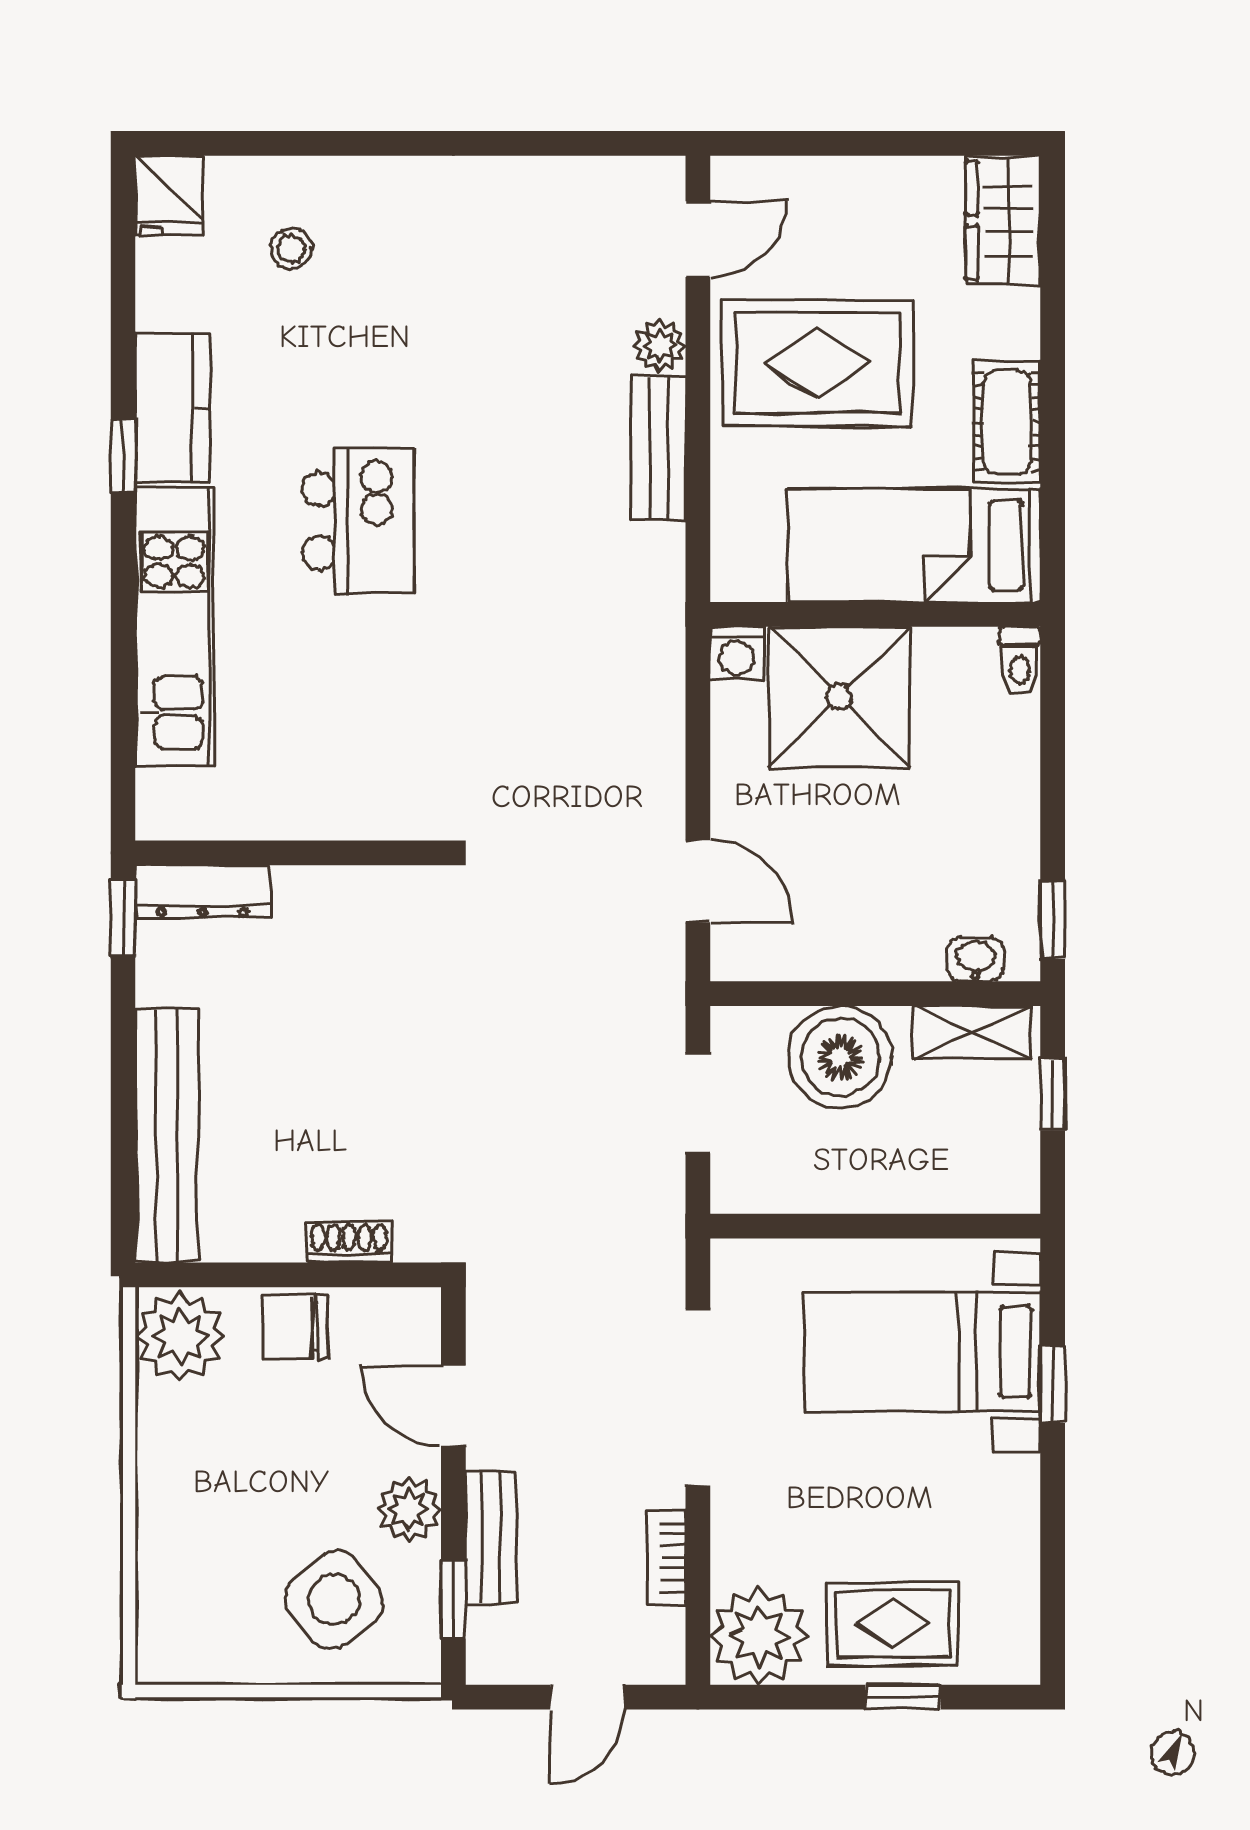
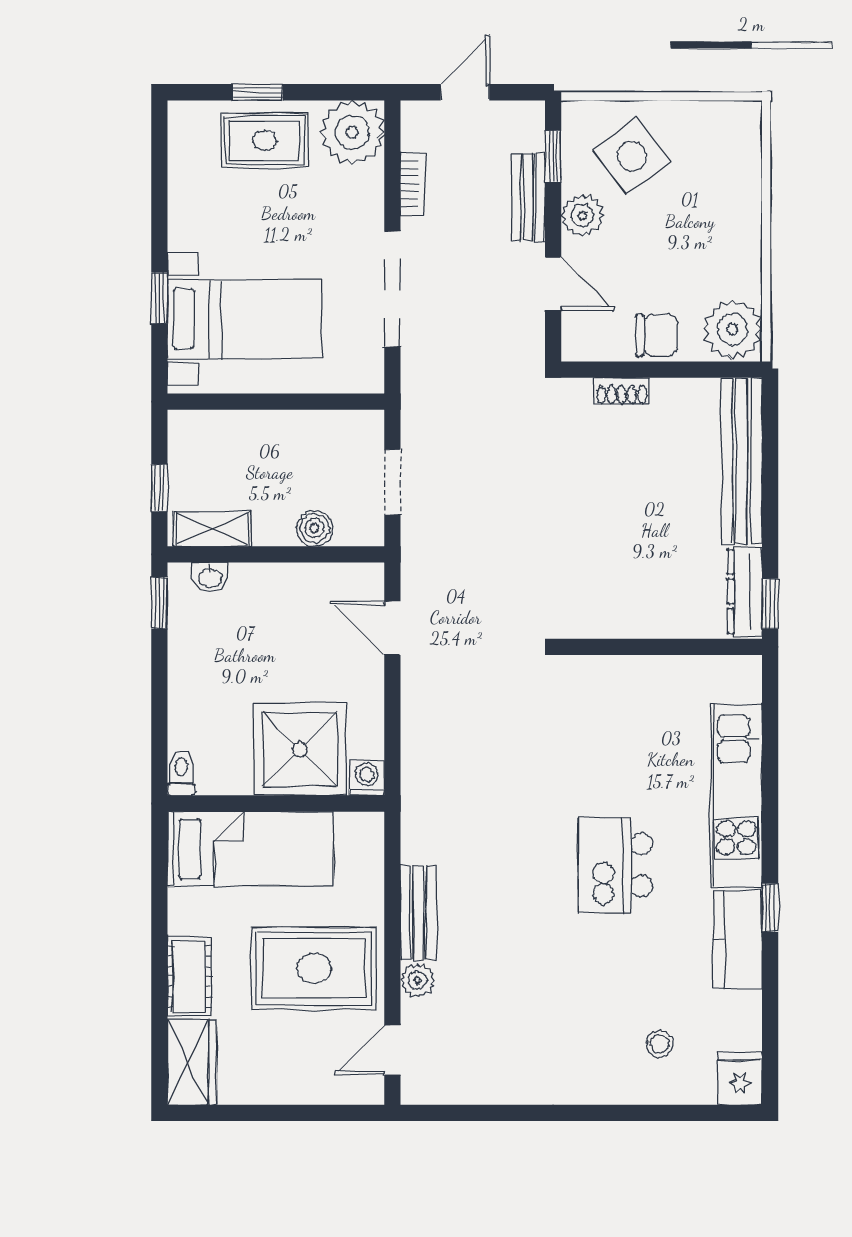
cot: (1007, 422) -> (189, 976), moved
dresser: (202, 891) -> (745, 591), moved, turned -90
boiler: (840, 1057) -> (315, 528), width x0.54, depth x0.54

